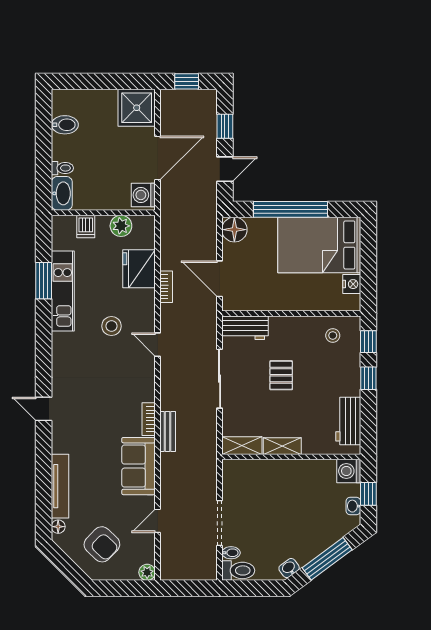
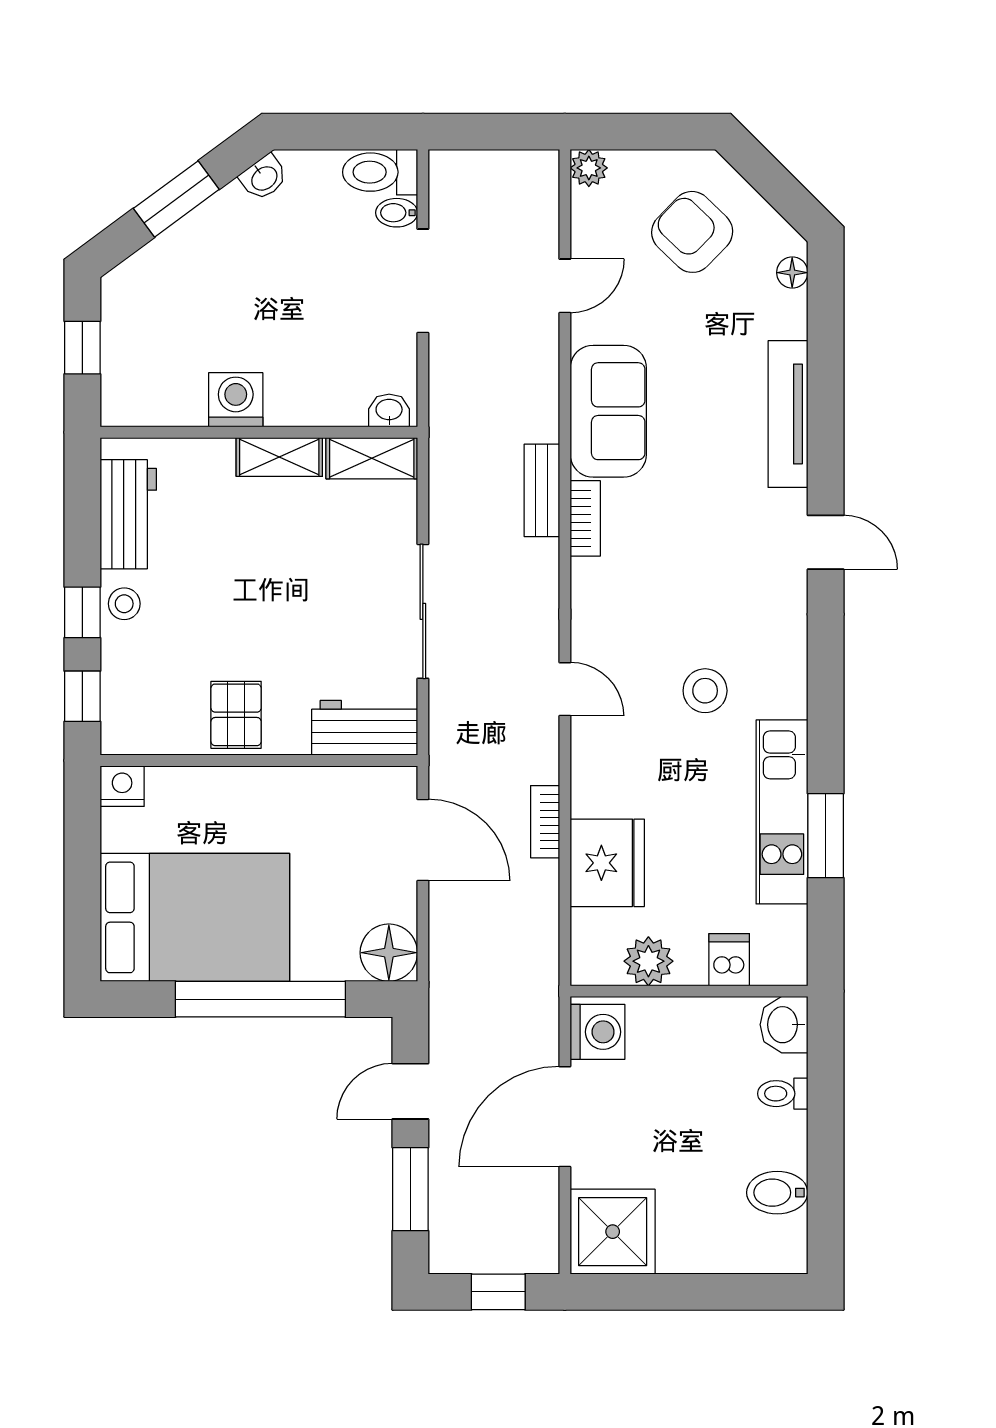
window: (225, 126) -> (410, 1189), width x1.50
washbasin: (62, 193) -> (784, 1025), width x0.72
nightstand: (352, 284) -> (122, 786), moved, turned 90
stool: (111, 326) -> (705, 691), moved
stool: (333, 335) -> (124, 604), moved
pallet: (281, 375) -> (236, 715), moved
washing machine: (349, 471) -> (236, 400), moved, turned -90
tv unit: (60, 486) -> (788, 414), moved
washbasin: (353, 506) -> (389, 410), moved, turned -90
window: (327, 559) -> (176, 199), width x0.69

